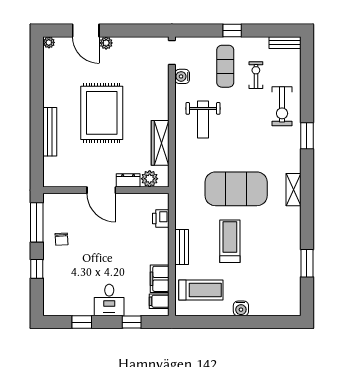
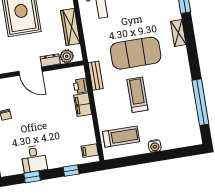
shelving: (293, 190) -> (178, 33), moved
bench: (182, 247) -> (96, 76), moved
window: (307, 263) -> (200, 102), width x2.11
filing cabinet: (160, 279) -> (83, 105), moved
desk: (109, 300) -> (34, 159), moved

